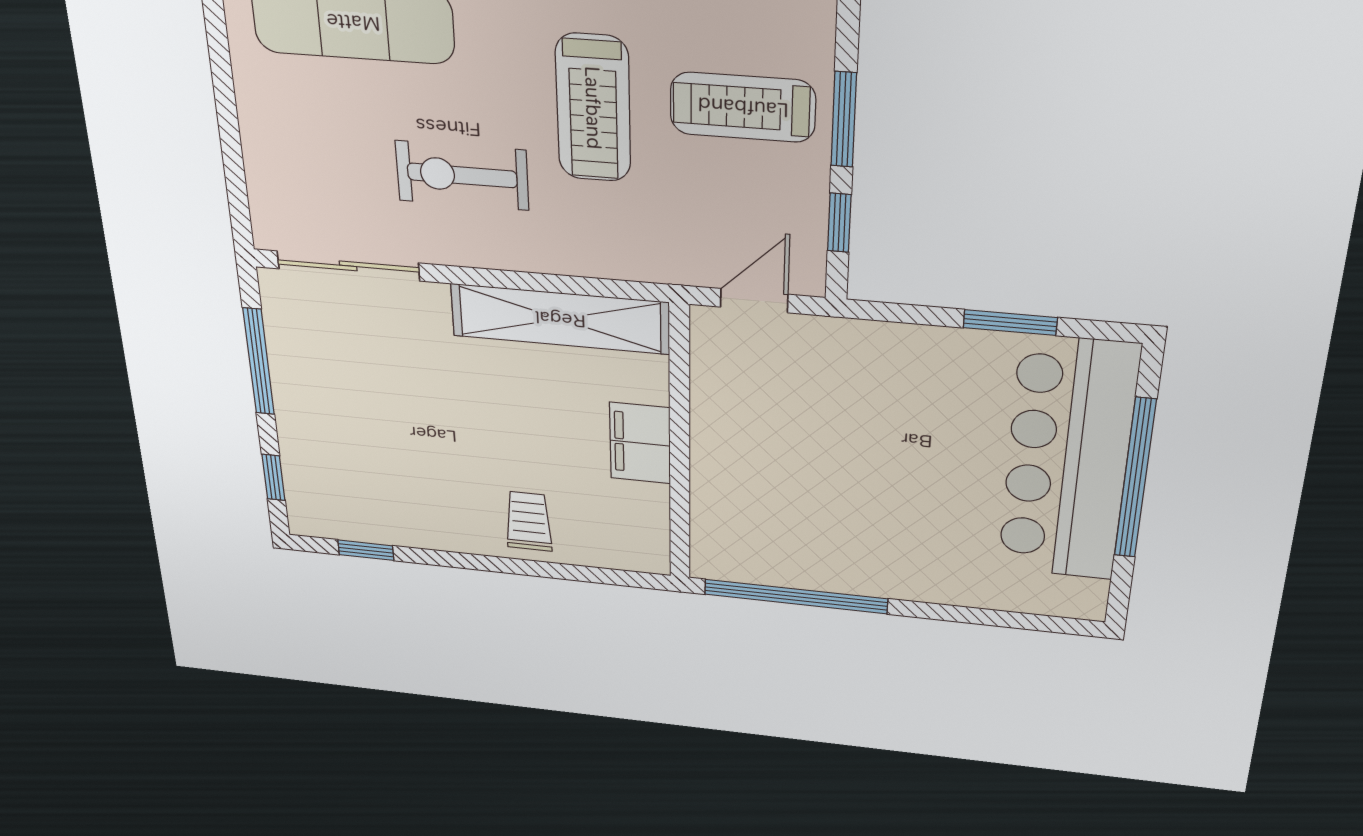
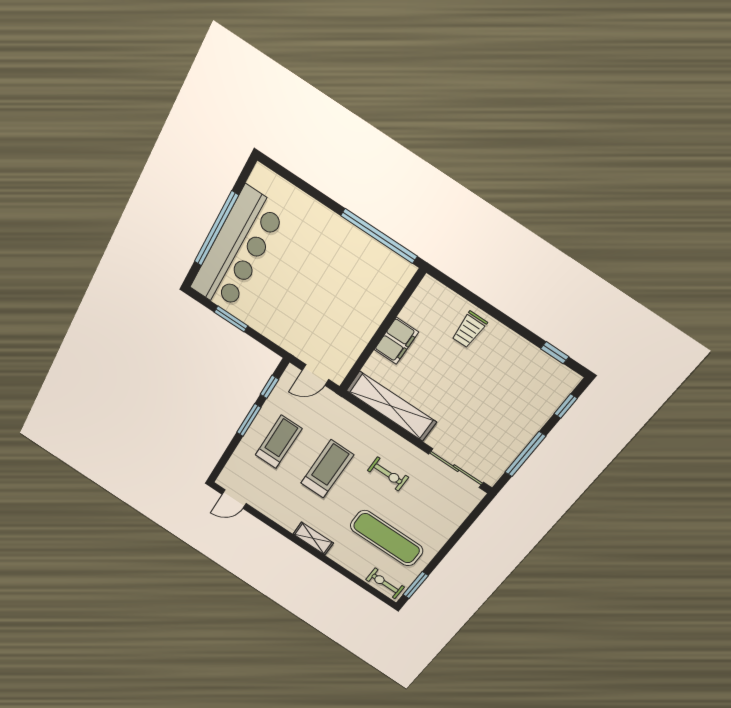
treadmill: (743, 107) -> (279, 442), turned -90
exercise bike: (462, 175) -> (388, 474), width x0.73, depth x0.72

